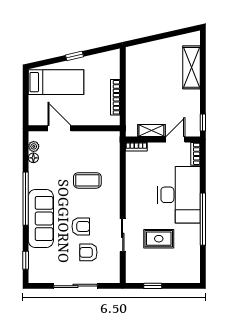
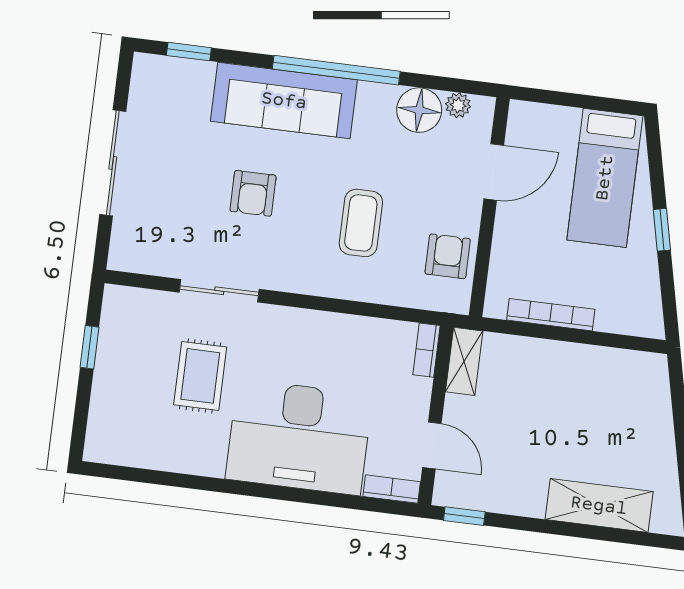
shelving: (151, 131) -> (464, 361), moved
floor lamp: (33, 158) -> (419, 110), width x1.89, depth x1.89
window: (203, 219) -> (234, 487), removed
armchair: (88, 252) -> (448, 256), moved

